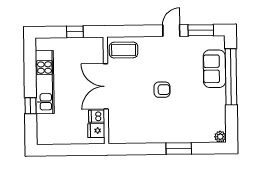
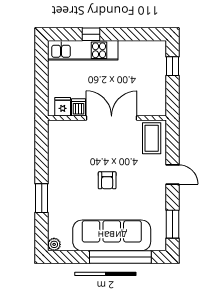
door: (171, 31) -> (172, 174), moved
window: (75, 32) -> (172, 66), moved
sofa: (214, 69) -> (112, 235), width x1.85, depth x1.27
kitchen unit: (45, 82) -> (83, 50), moved

